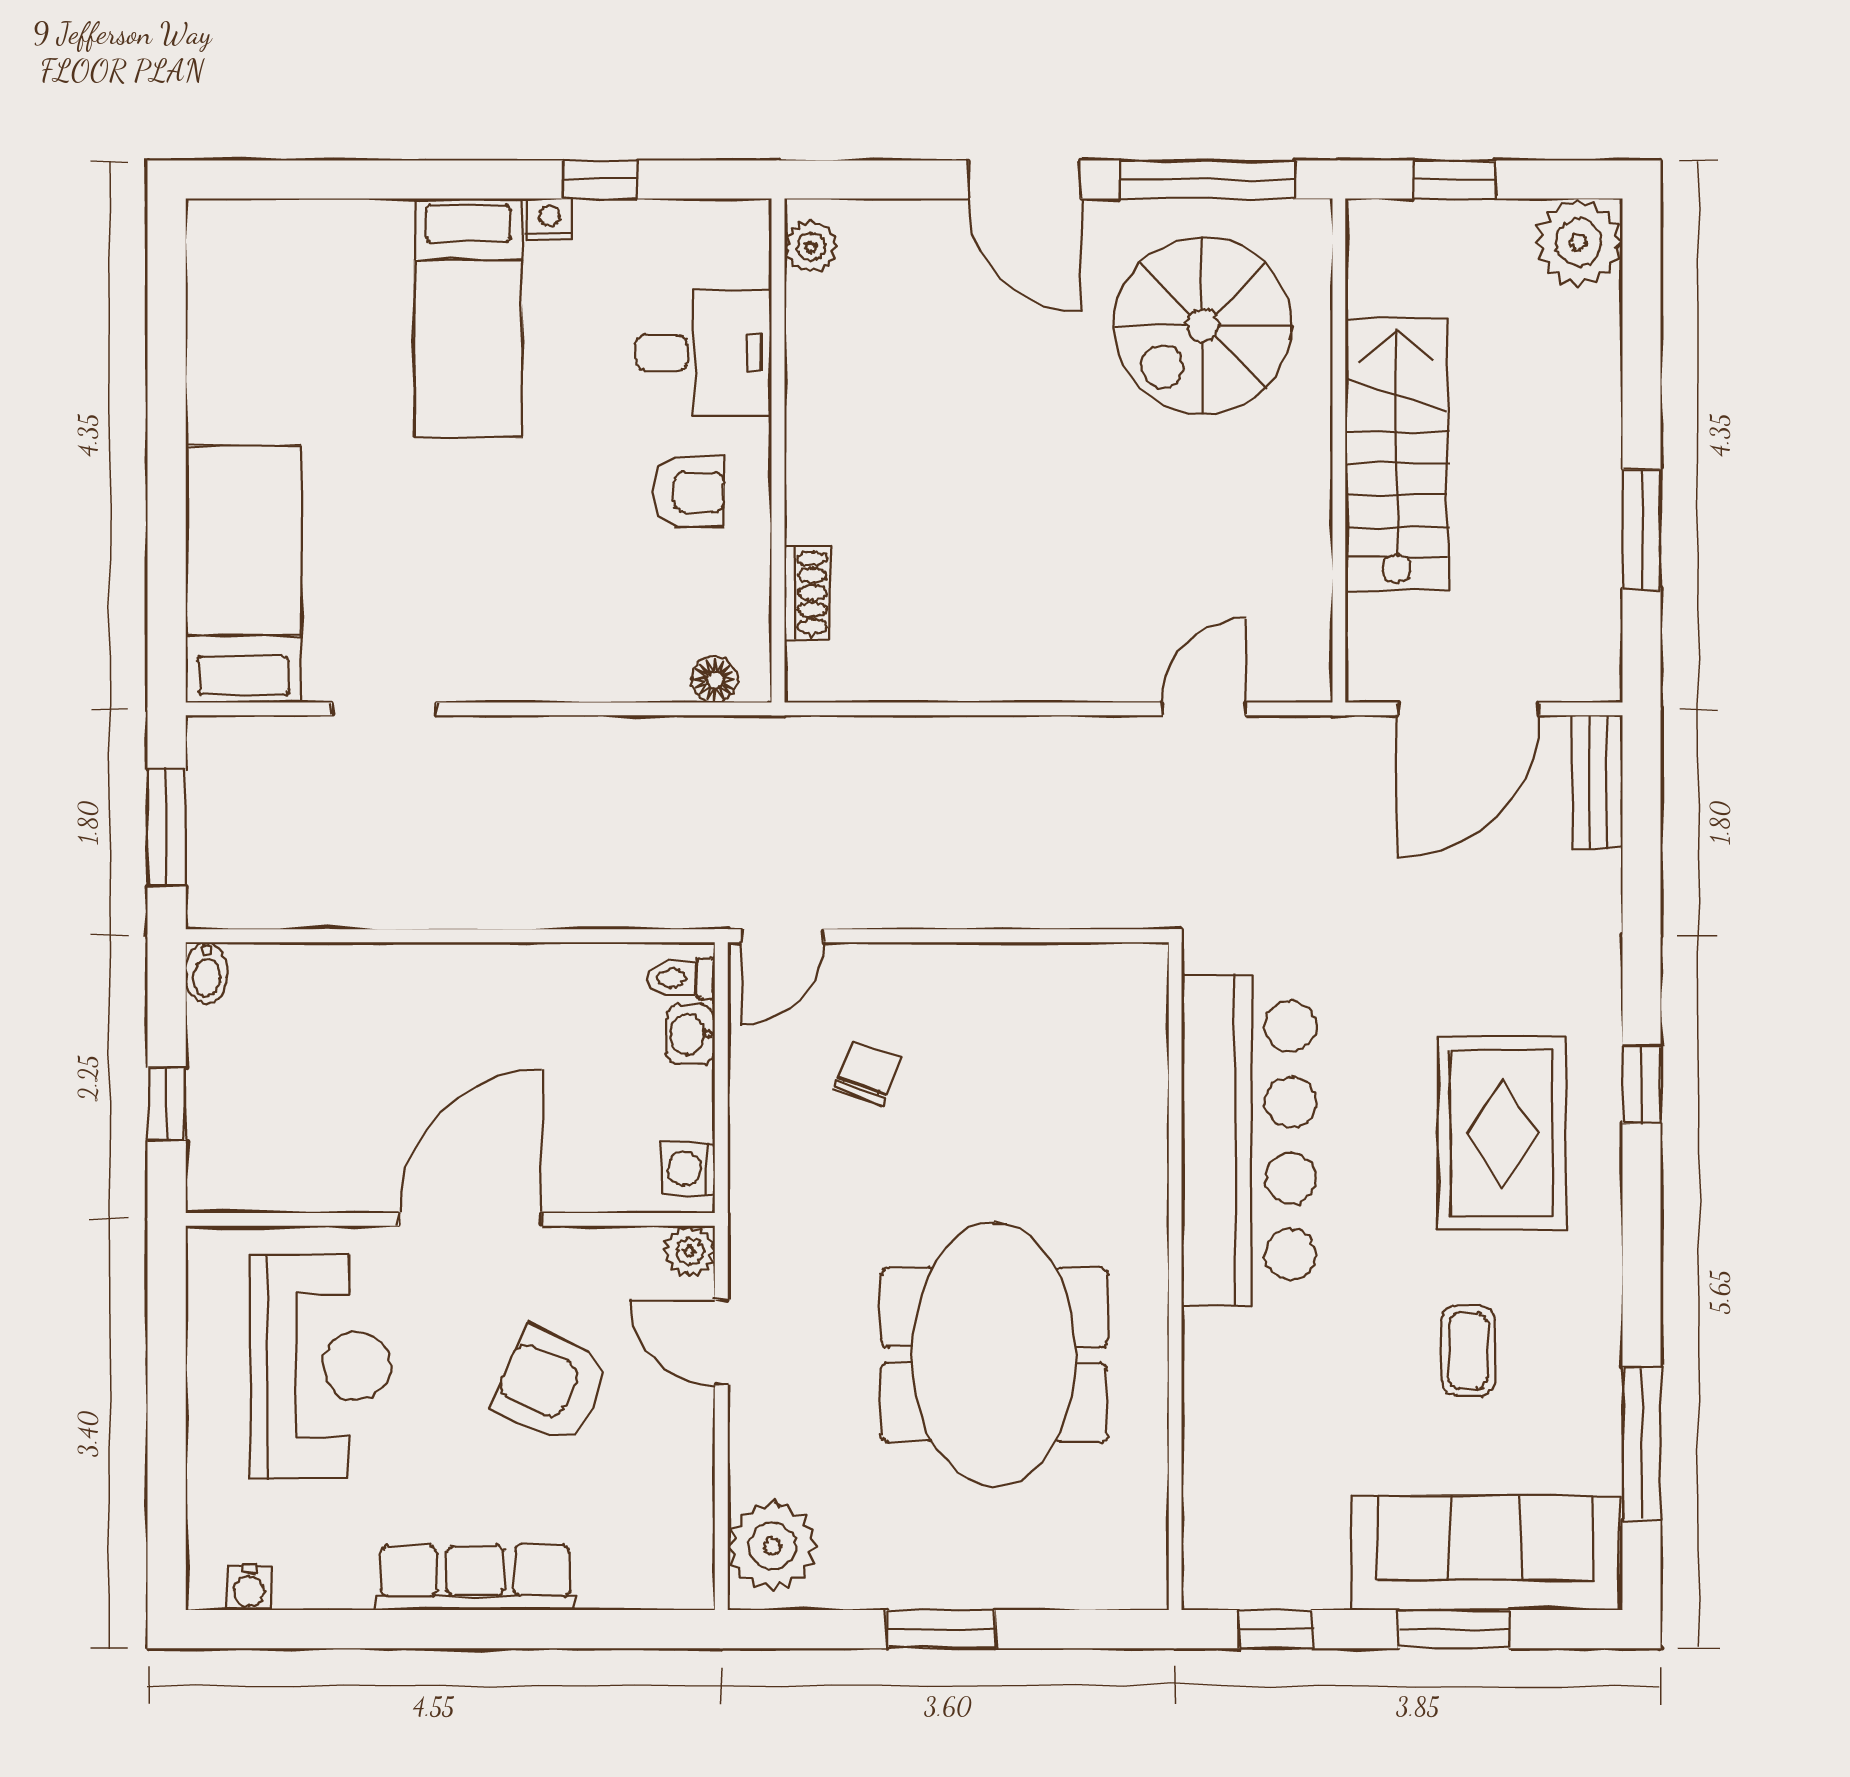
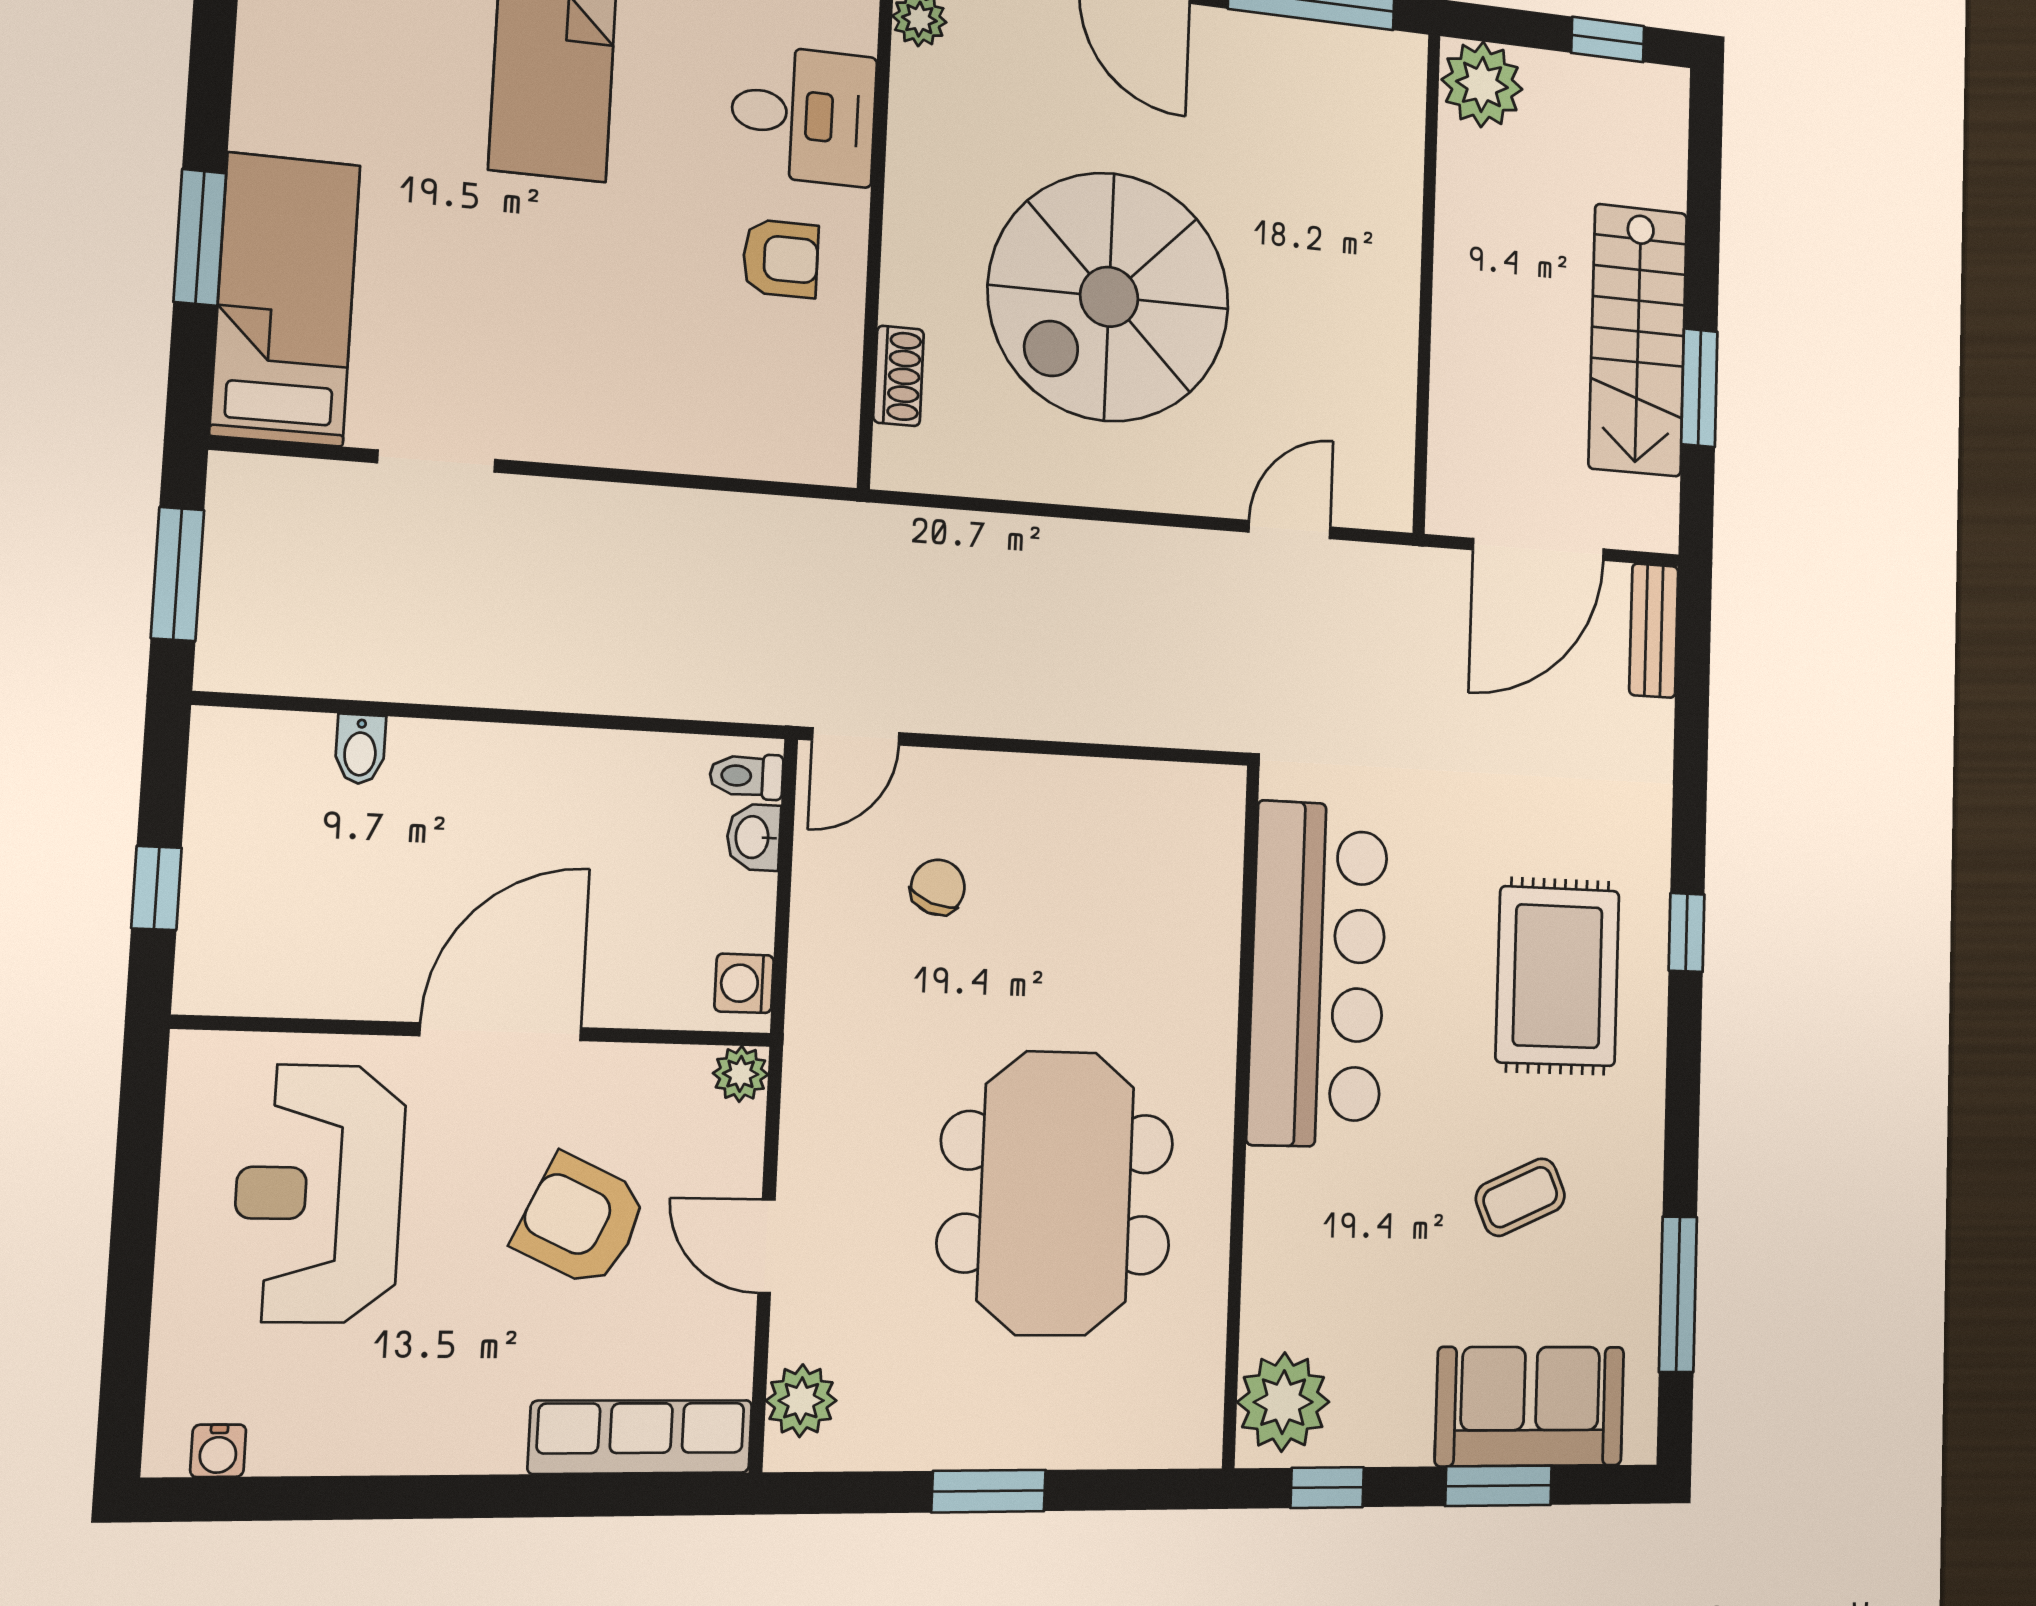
window: (1454, 179) -> (1608, 39), moved
plant: (1578, 242) -> (1482, 84), moved
spiral stairs: (1203, 326) -> (1109, 297), moved, width x1.37, depth x1.37
stairs: (1397, 454) -> (1638, 340), moved, turned 180
window: (167, 525) -> (200, 237), added
floor lamp: (715, 680) -> (798, 459), removed
bidet: (206, 973) -> (360, 749), moved
door: (721, 1342) -> (766, 1246), moved
coffee table: (1468, 1351) -> (1520, 1197), turned 66
reception desk: (320, 1366) -> (319, 1194), turned 180
plant: (772, 1546) -> (801, 1401), width x0.73, depth x0.73
plant: (1228, 1548) -> (1283, 1402), added
sofa: (1485, 1553) -> (1530, 1406), width x0.73
row of seats: (475, 1578) -> (641, 1437), moved

